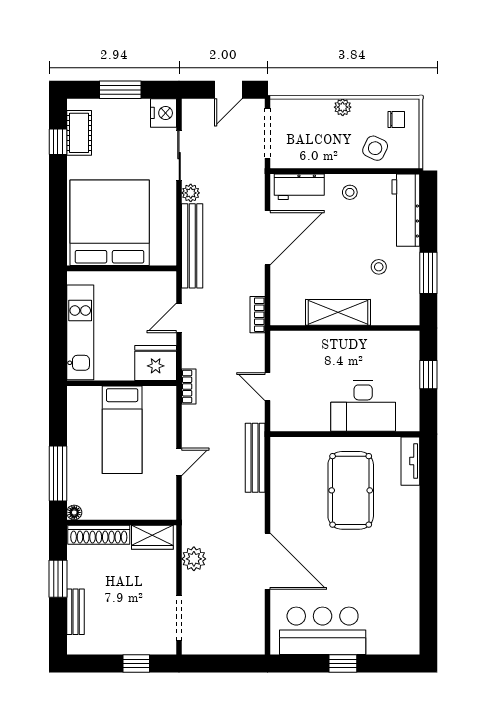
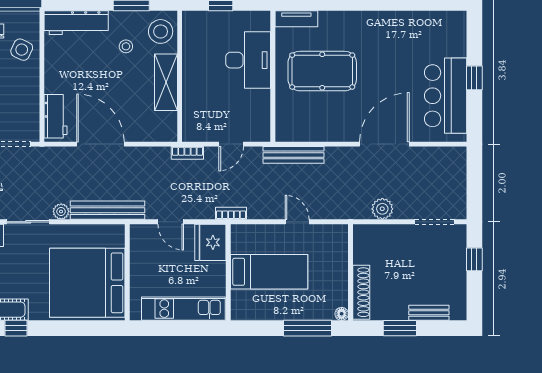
stool: (350, 192) -> (161, 31), moved, width x1.89, depth x1.89
bookcase: (258, 315) -> (187, 153), moved
wardrobe: (152, 537) -> (363, 245), removed

